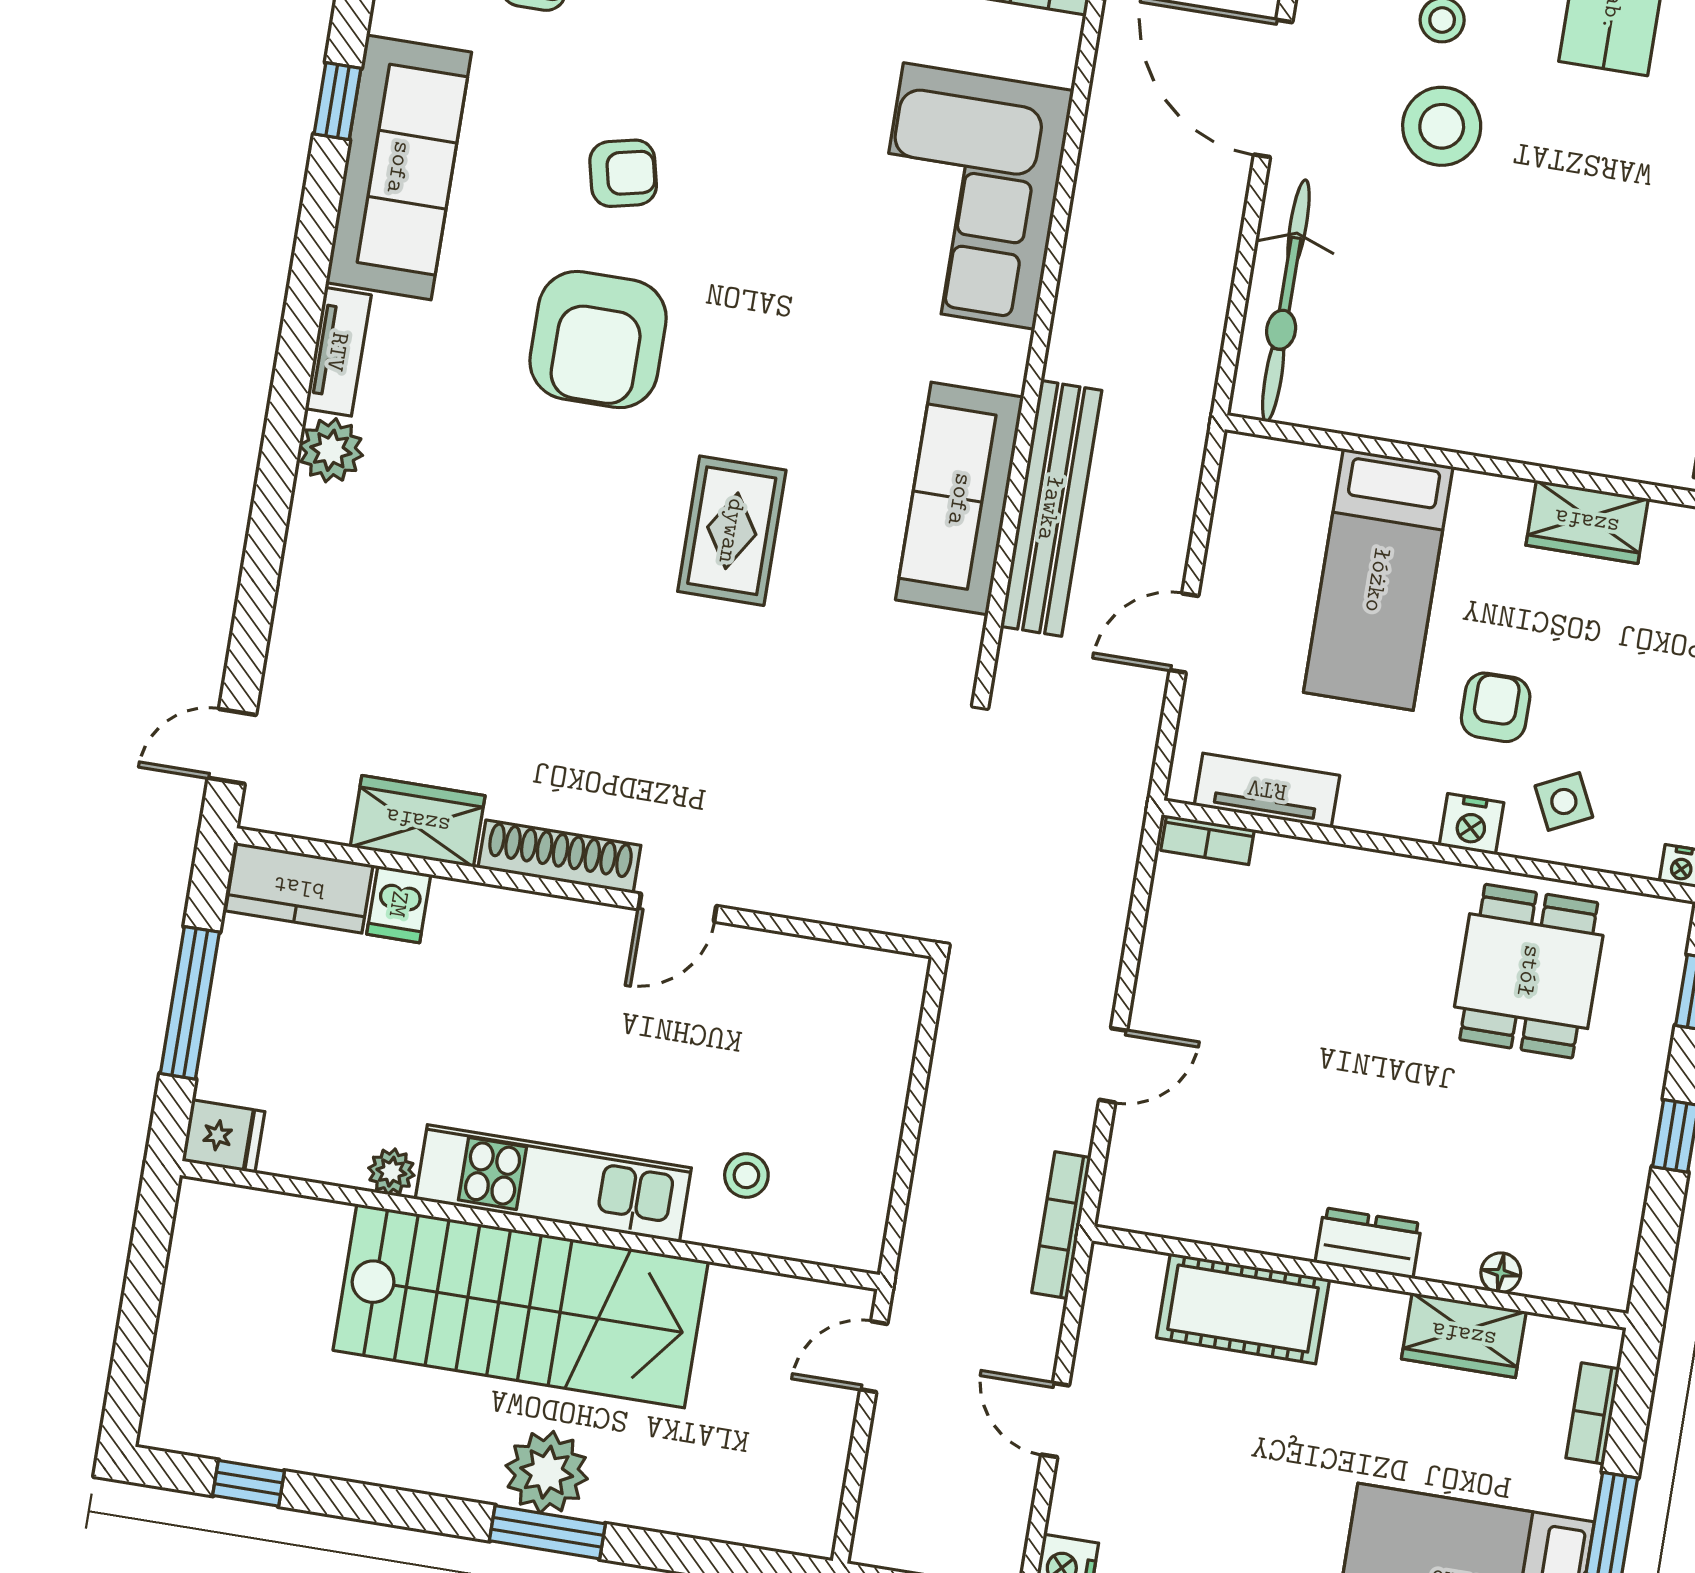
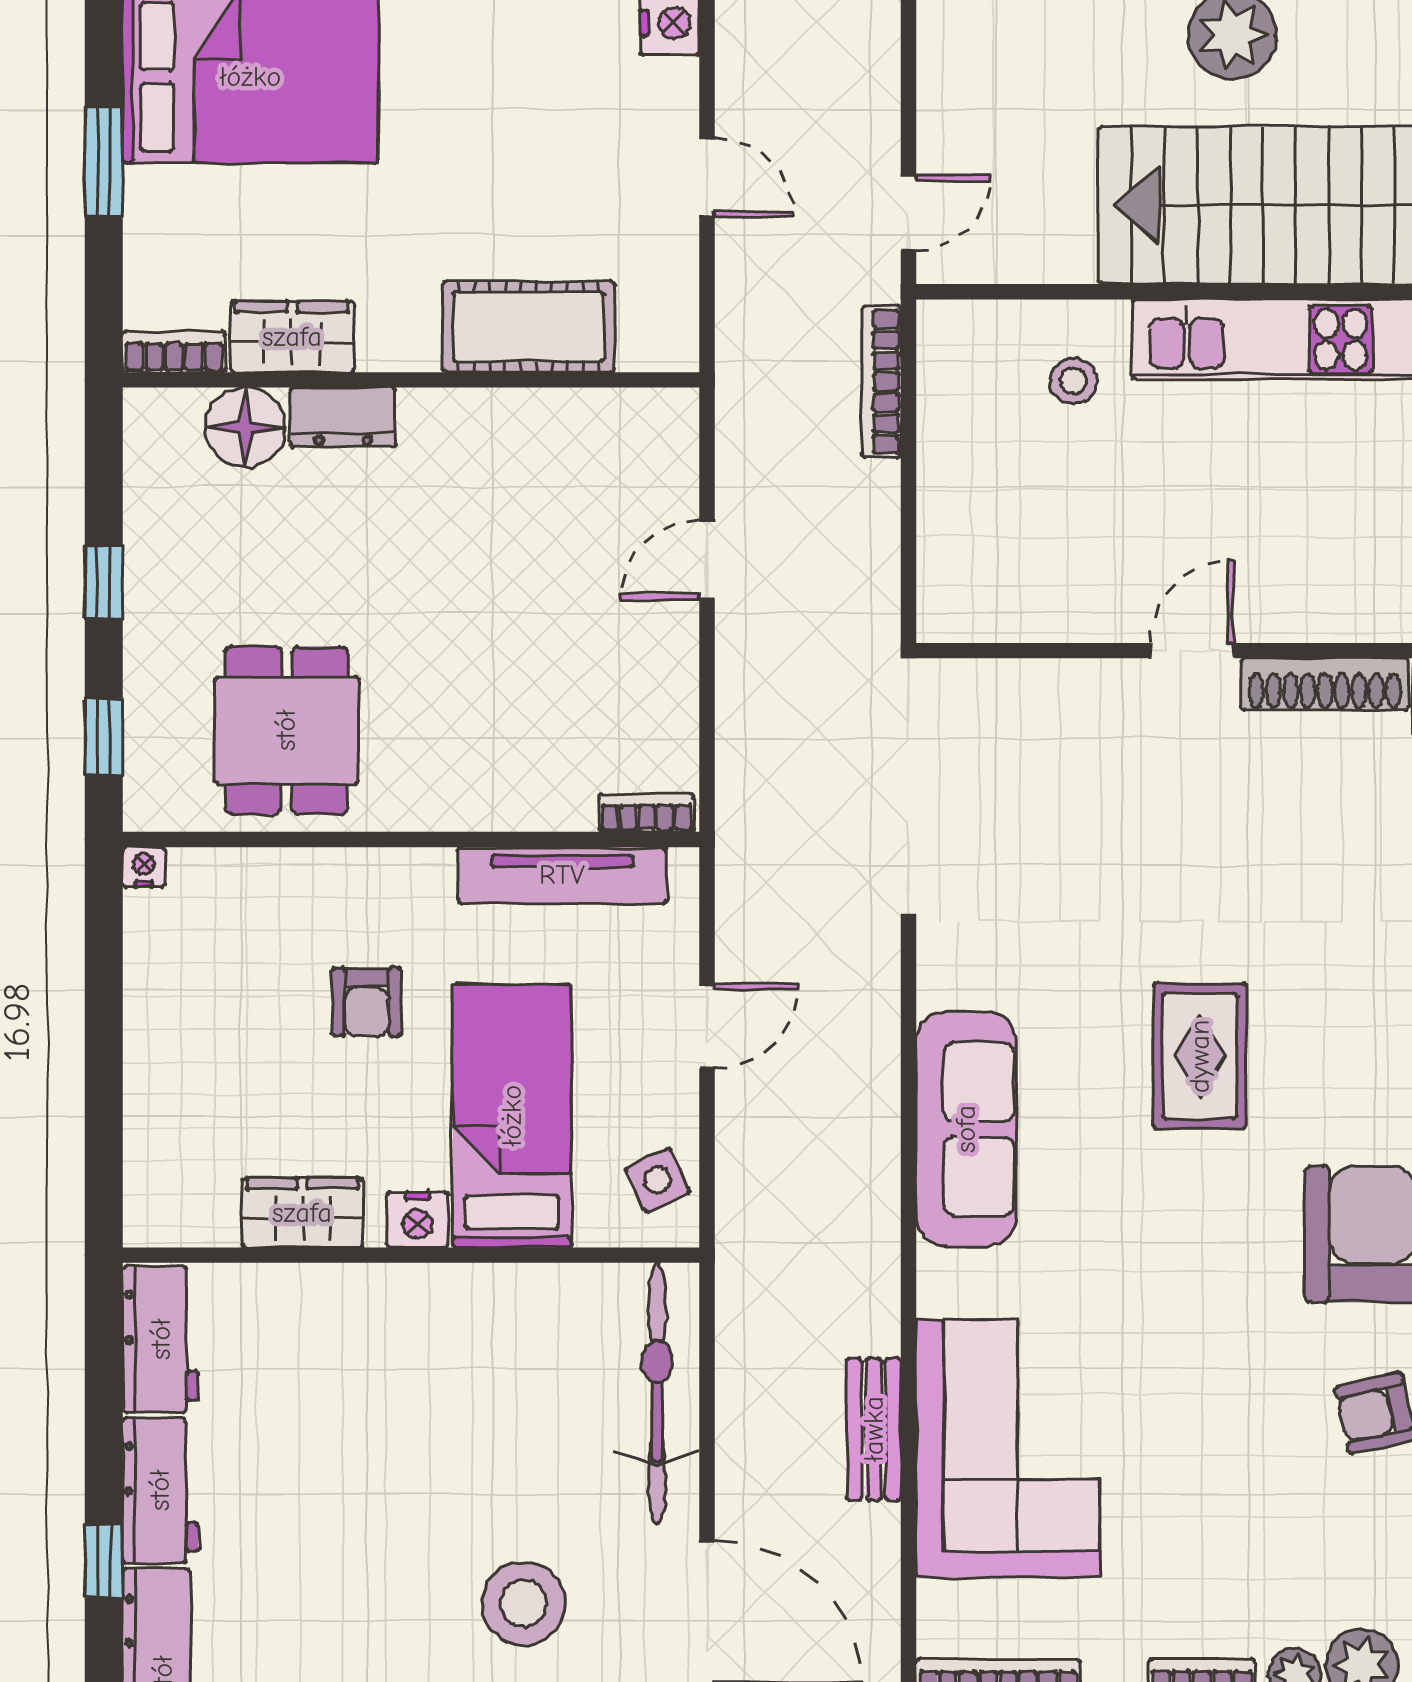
bench: (1051, 508) -> (874, 1429), moved, width x0.54, depth x0.82
tv unit: (1267, 790) -> (562, 875), width x1.41
side table: (1564, 802) -> (657, 1180), moved
nightstand: (1471, 824) -> (417, 1220), moved, turned 180
bookcase: (1061, 1225) -> (881, 382), moved, turned 180
dresser: (1368, 1243) -> (343, 417), moved
floor lamp: (1501, 1273) -> (245, 427), width x1.89, depth x1.89
bookcase: (1593, 1413) -> (174, 352), moved, turned -90

